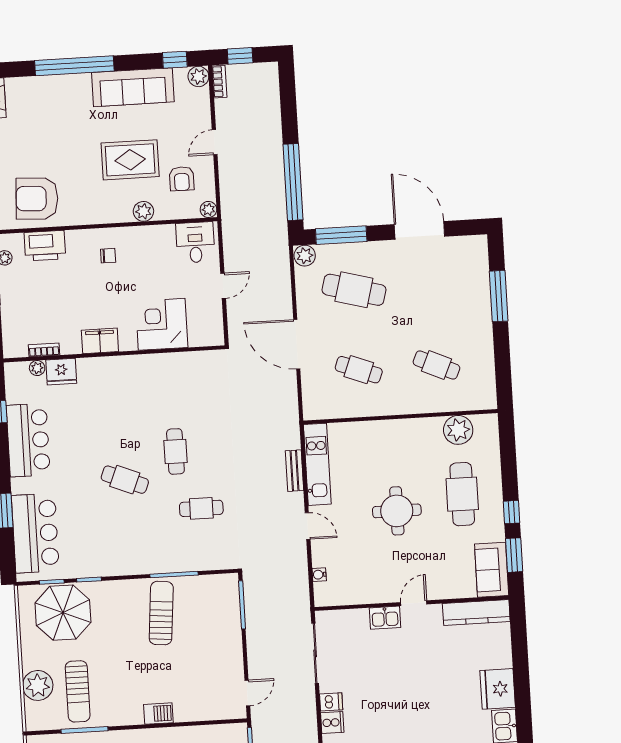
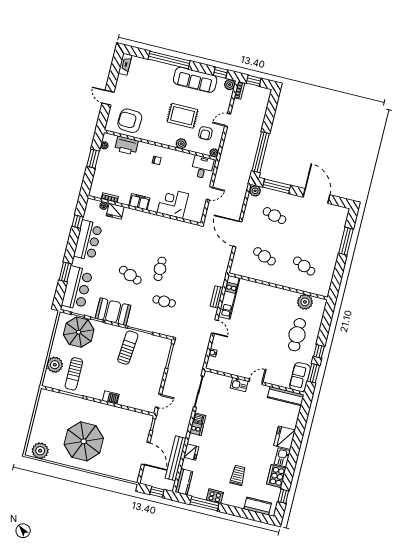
cafe table: (354, 290) -> (274, 216), width x0.73, depth x0.74
round table: (397, 511) -> (262, 333), removed
booth: (114, 556) -> (113, 312), added

